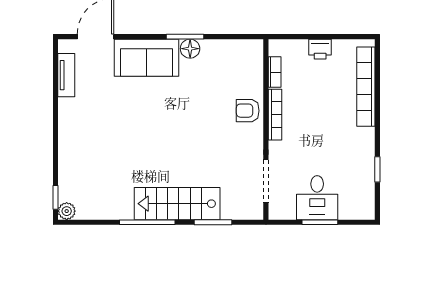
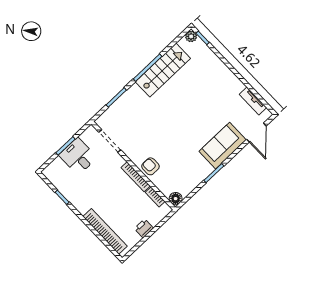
floor lamp: (190, 49) -> (176, 199), moved
armchair: (248, 111) -> (150, 166), turned -90
stairs: (177, 204) -> (163, 70), moved

